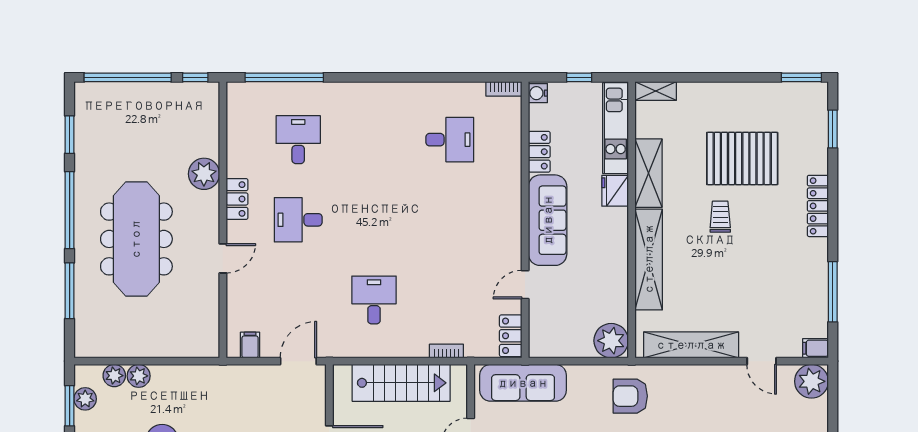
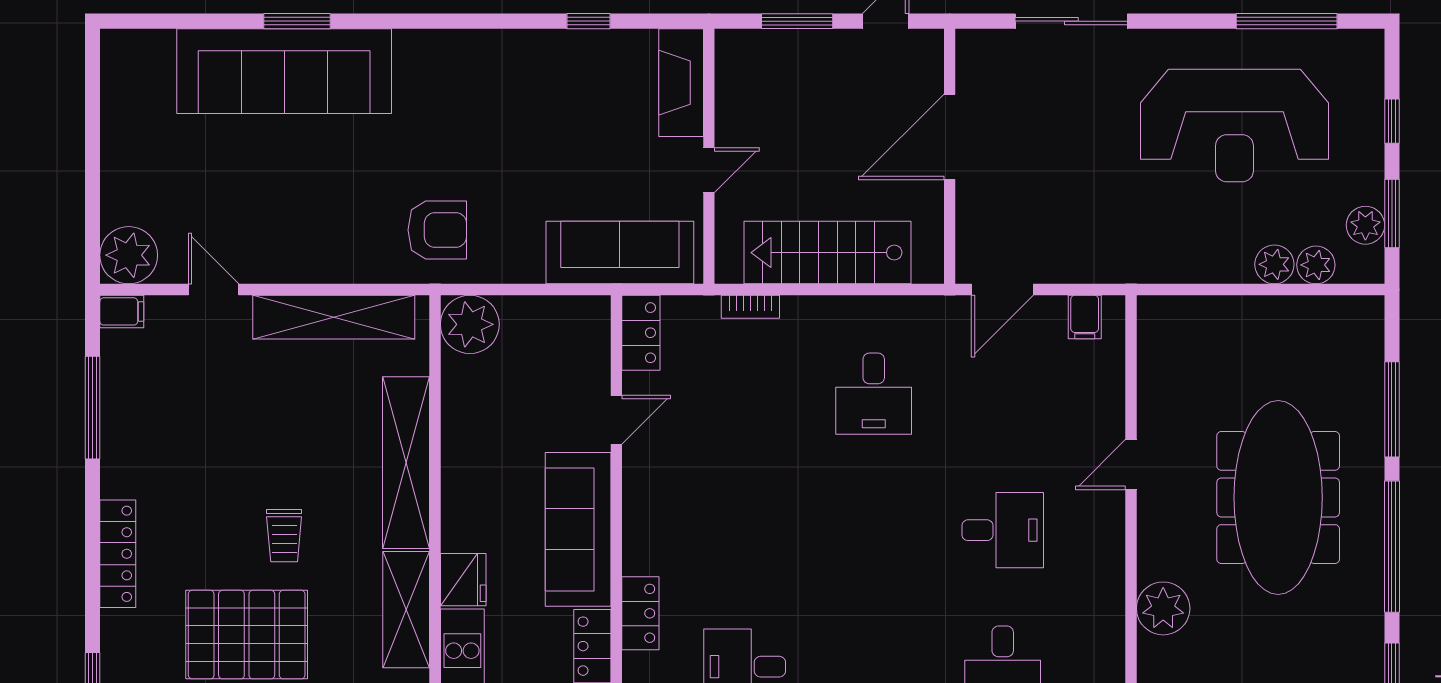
locker: (237, 199) -> (640, 613), moved, turned 180

